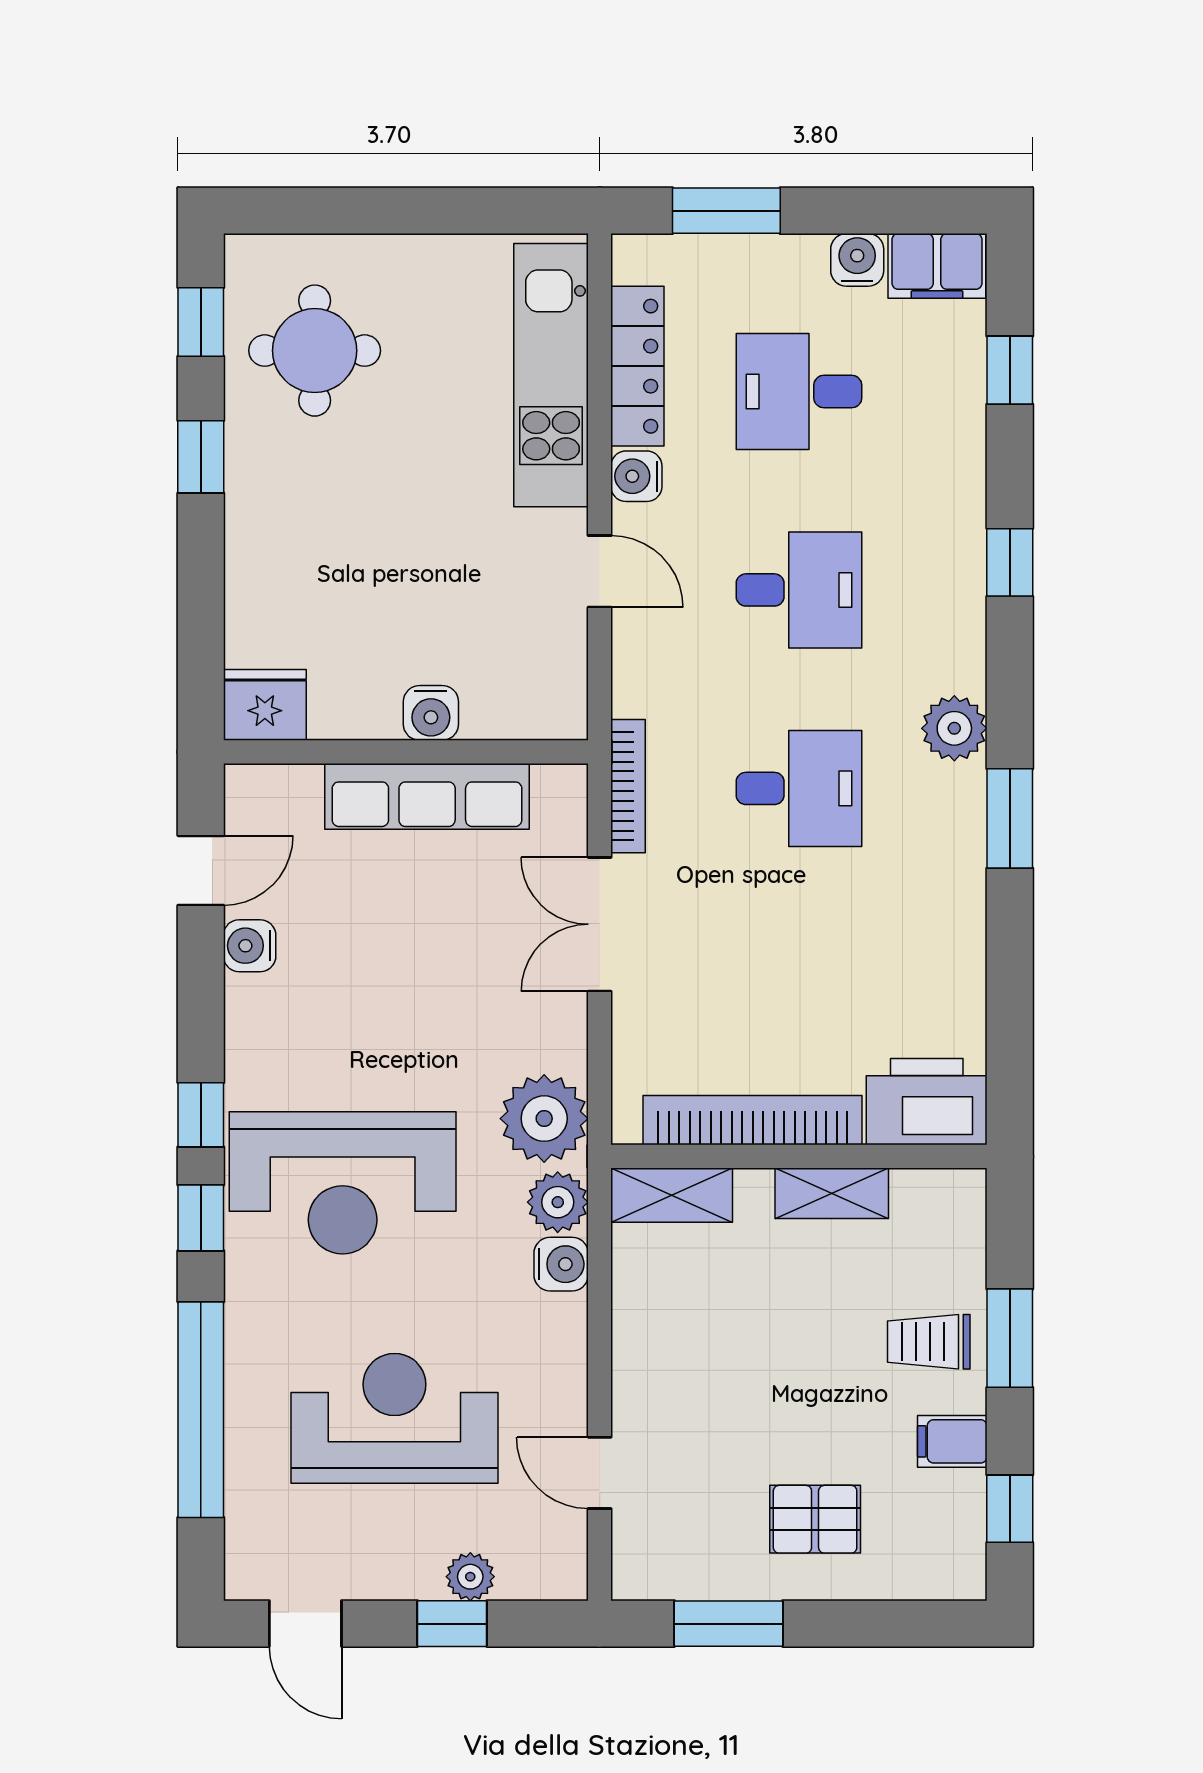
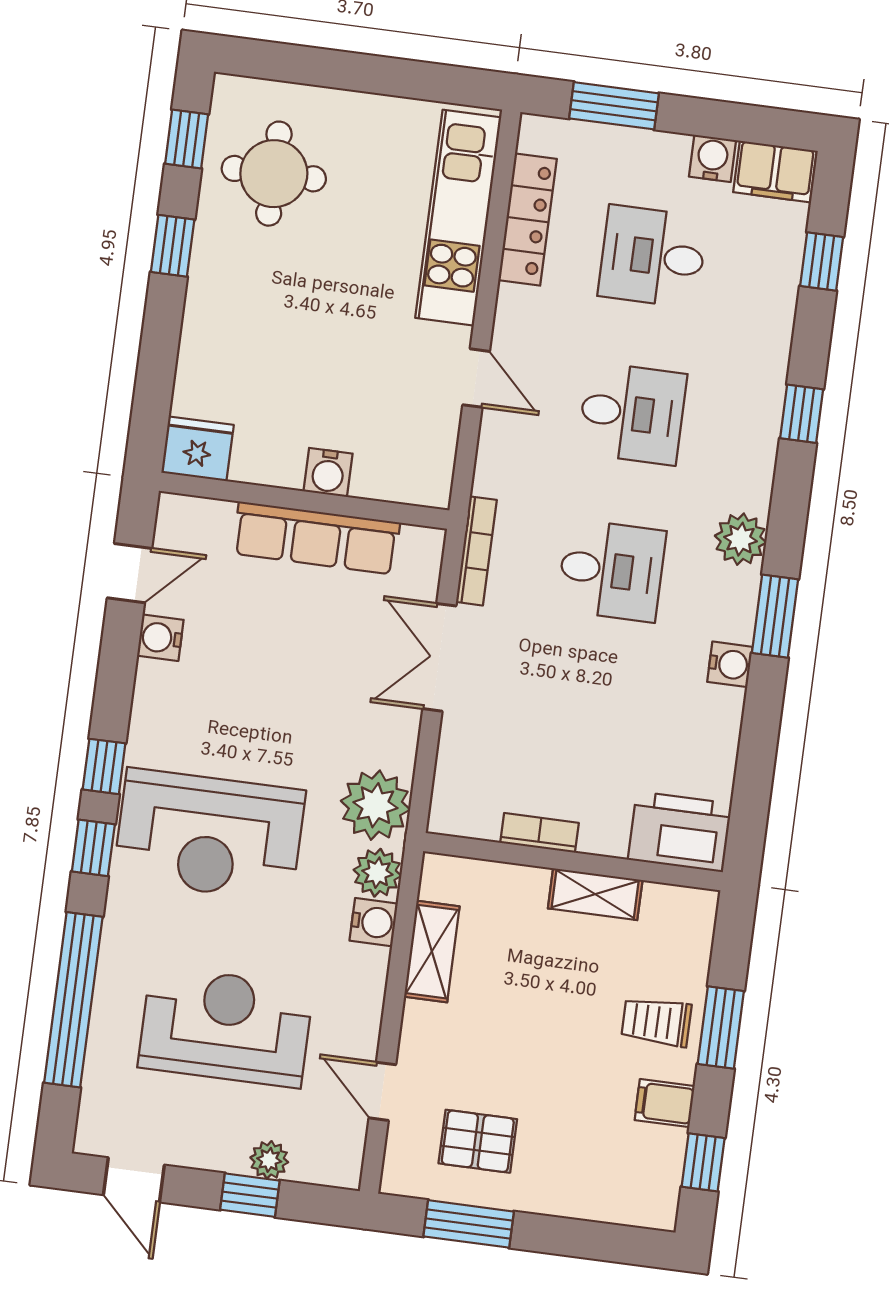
water cooler: (636, 476) -> (730, 664), moved, turned 180
bookcase: (753, 1120) -> (539, 833), width x0.43, depth x0.76
shelving: (672, 1195) -> (432, 952), moved, turned 90
pallet: (815, 1519) -> (478, 1141), moved

